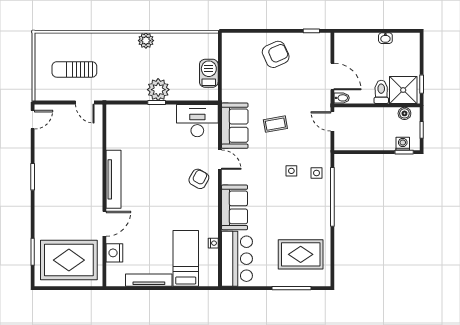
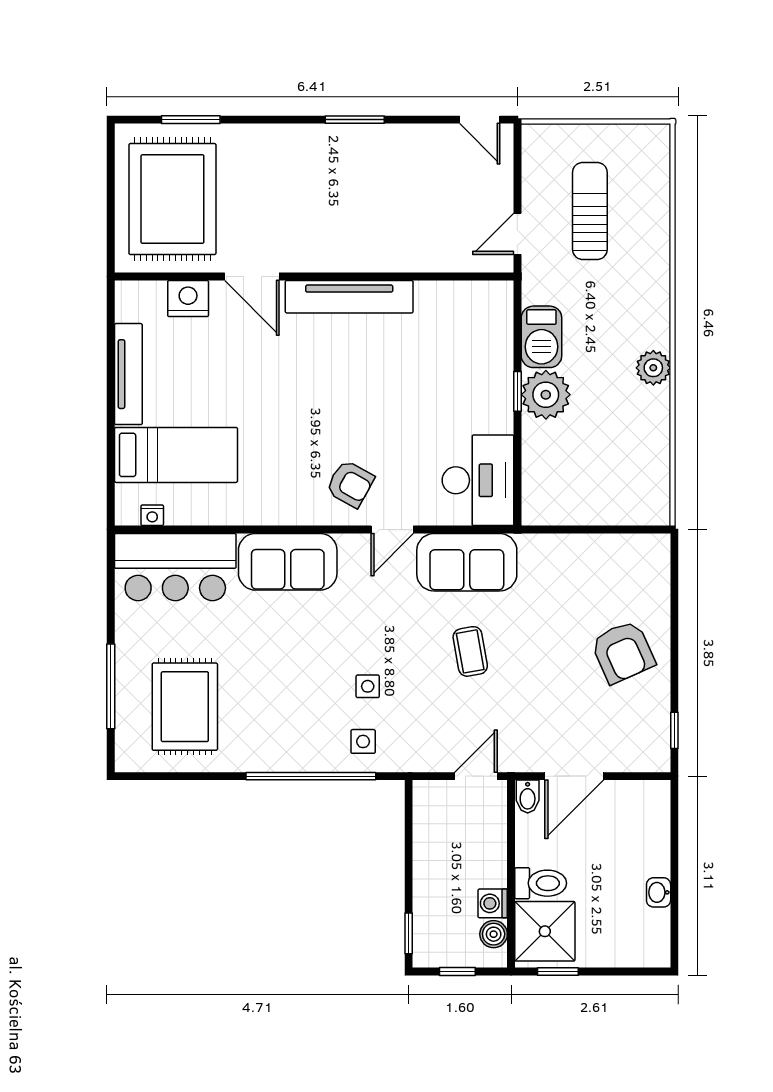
barbecue: (209, 73) -> (541, 337), moved, turned 90
washing machine: (403, 144) -> (493, 903), moved, turned 180
nightstand: (213, 243) -> (152, 515), moved

